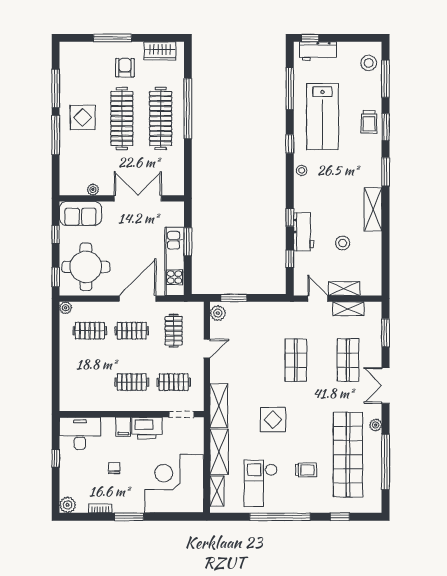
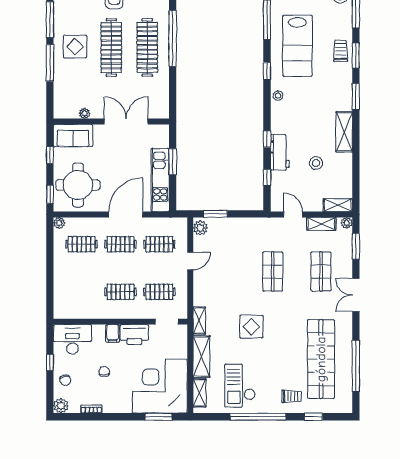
trolley: (369, 122) -> (341, 51), turned 180
shelving: (344, 289) -> (338, 205), moved
clothes rail: (174, 331) -> (159, 244), turned 90
shelving: (219, 406) -> (199, 321), width x0.67, depth x0.75
plant: (376, 425) -> (347, 223), moved
trolley: (306, 470) -> (292, 396), moved
chair: (72, 477) -> (65, 380), added
window: (129, 517) -> (159, 417), moved

